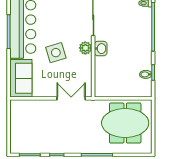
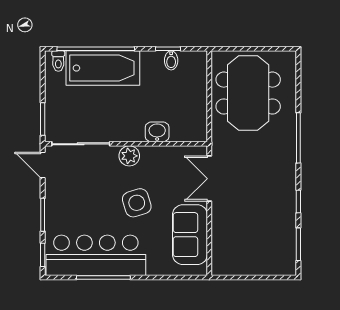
bathtub: (141, 31) -> (103, 68), added
washbasin: (101, 49) -> (157, 132), moved
sofa: (21, 78) -> (190, 235), moved, turned -90

